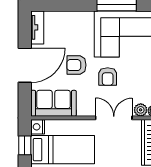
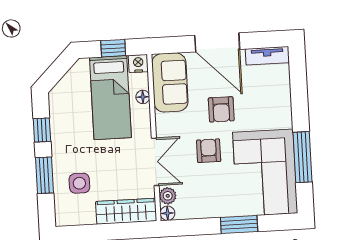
armchair: (76, 65) -> (221, 109), turned 180
armchair: (108, 77) -> (209, 151), turned 90
floor lamp: (63, 125) -> (143, 97), added

